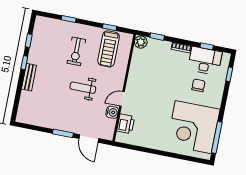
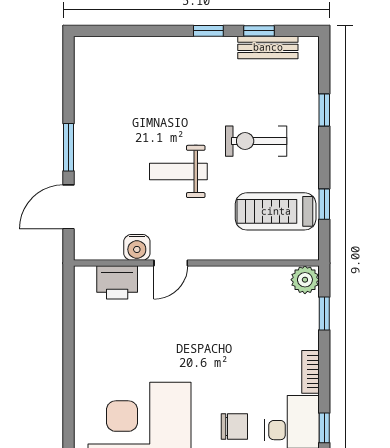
bench: (29, 77) -> (268, 47), moved
weight bench: (83, 88) -> (178, 171), turned -90
door: (122, 99) -> (171, 263), swing flipped

